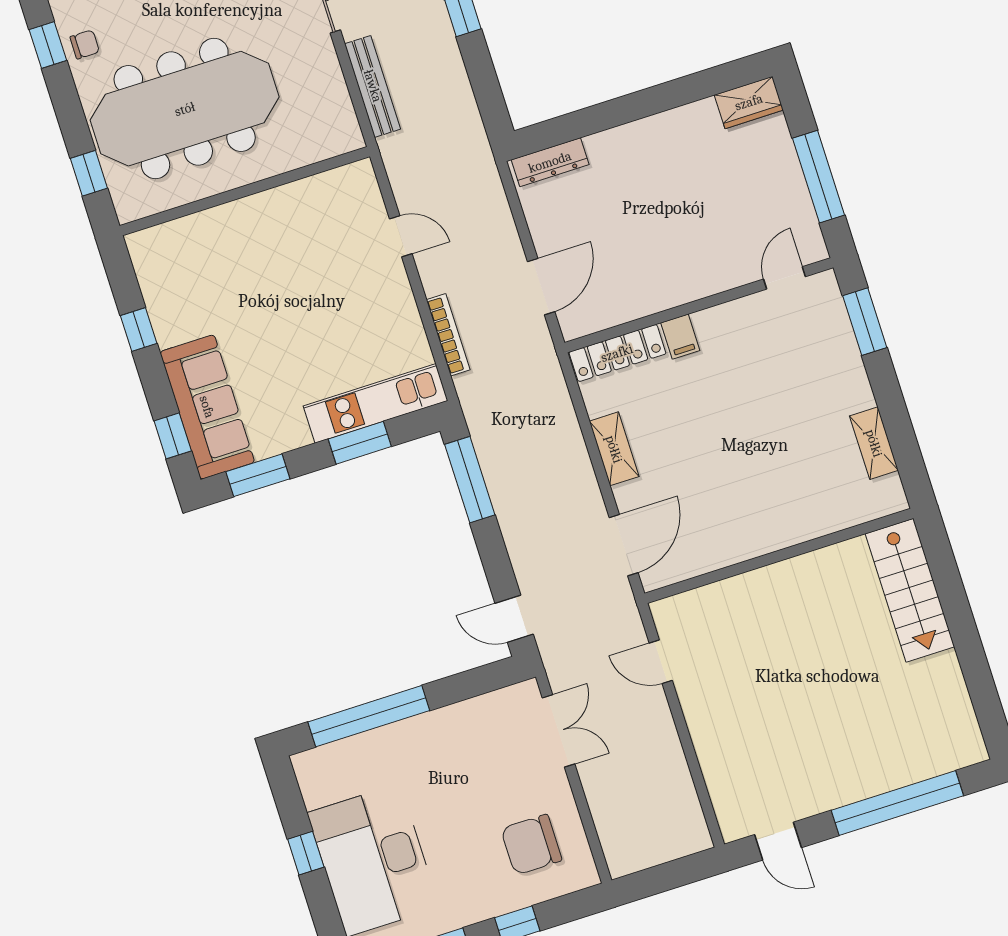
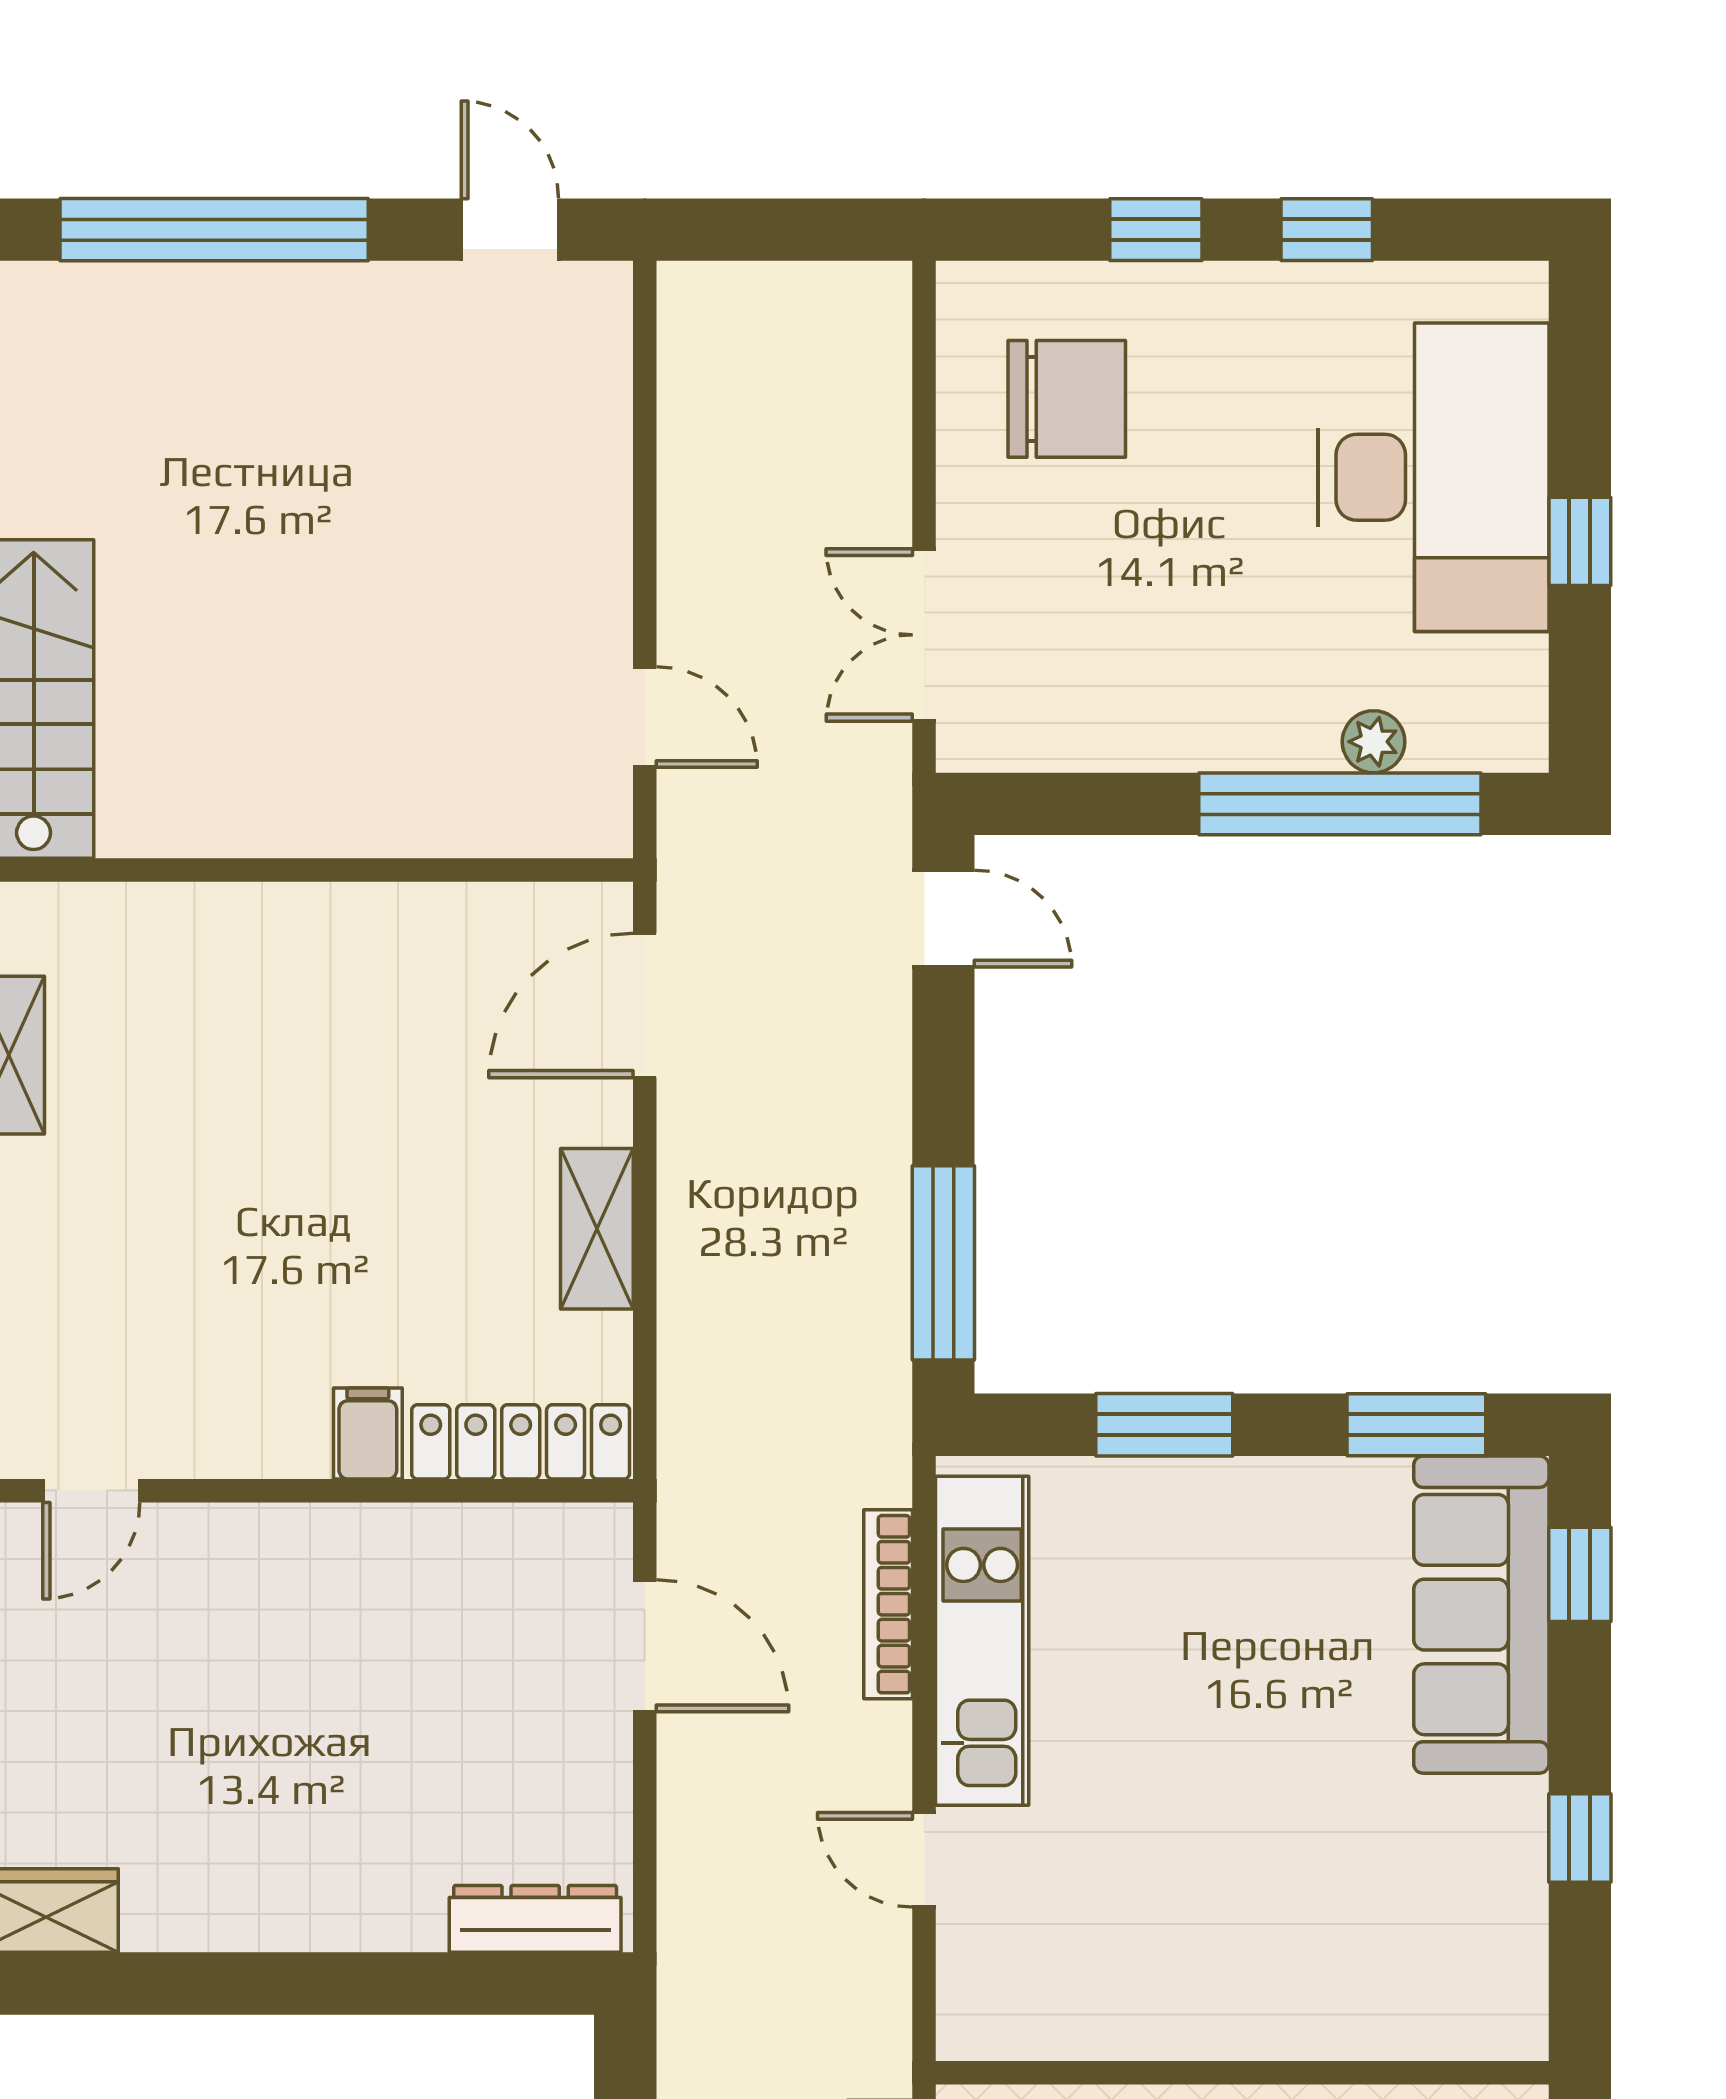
door: (541, 287) -> (645, 1646), swing flipped
kitchen unit: (376, 403) -> (982, 1641), moved, turned -90
plant: (363, 746) -> (1374, 742), added

